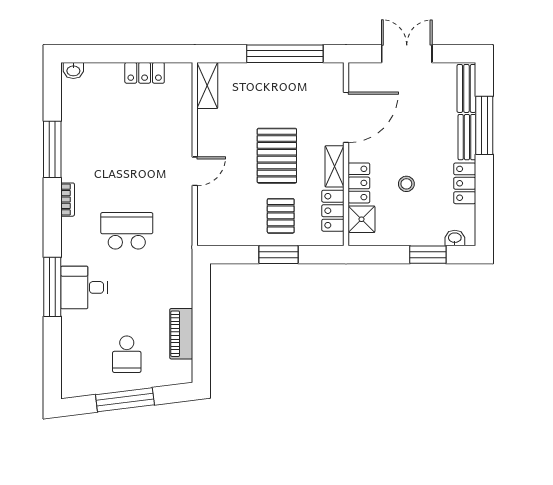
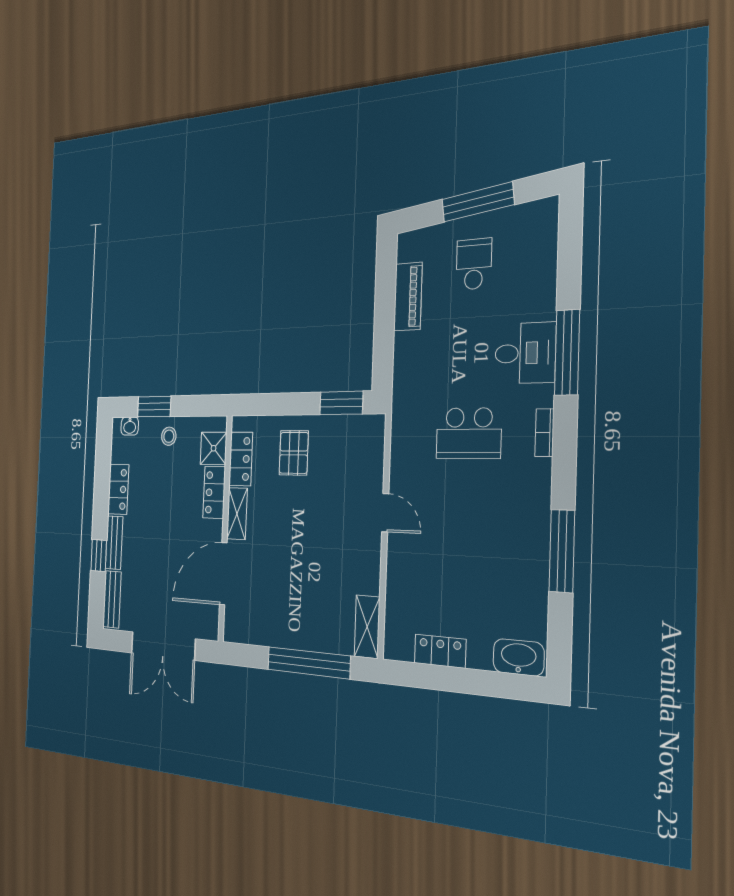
window: (285, 54) -> (309, 663), moved
double door: (407, 54) -> (163, 646), width x1.37
washbasin: (73, 70) -> (519, 657), width x1.91, depth x1.45
window: (484, 125) -> (99, 555), width x0.46
pallet: (277, 156) -> (295, 530), removed
door: (195, 171) -> (385, 513), swing flipped
stool: (406, 184) -> (169, 436), moved
bookcase: (68, 200) -> (544, 433), moved
window: (279, 255) -> (341, 403), moved

